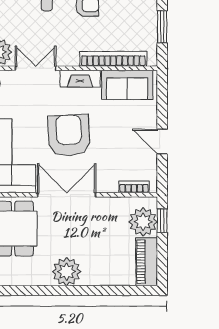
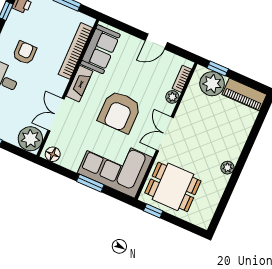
armchair: (69, 135) -> (120, 112), turned -87
plant: (110, 185) -> (172, 97), added
double door: (67, 195) -> (165, 134), width x0.73
plant: (67, 272) -> (227, 168), width x0.53, depth x0.53

